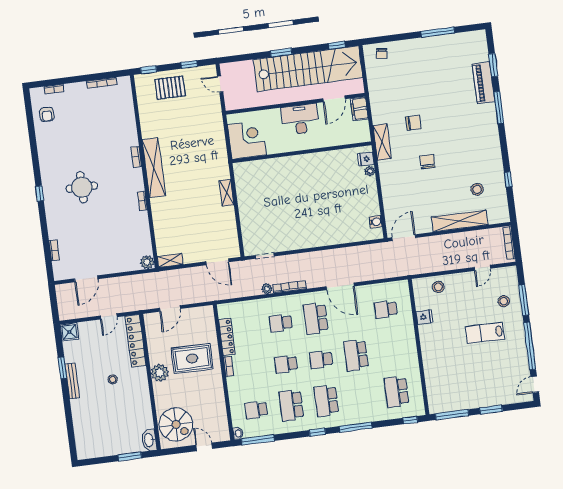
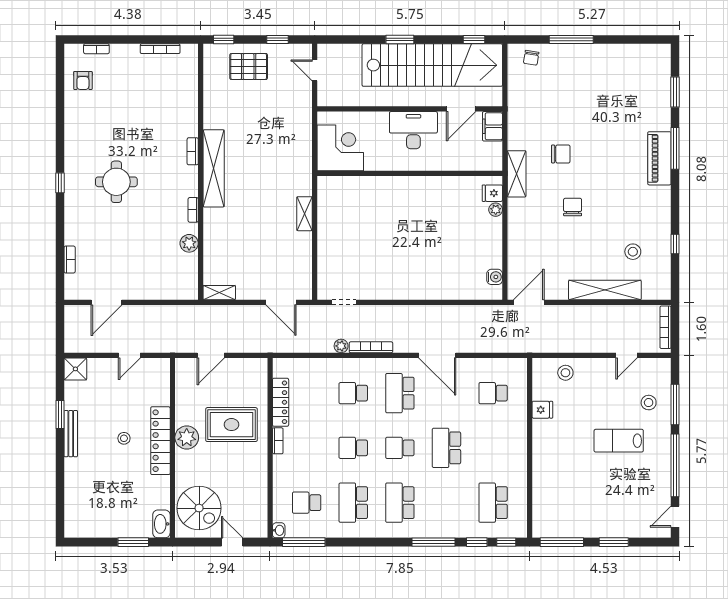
window: (438, 32) -> (571, 40), moved
piano: (484, 83) -> (659, 158), moved
plant: (147, 262) -> (189, 243), moved
locker: (135, 341) -> (160, 441), moved
window: (317, 432) -> (477, 542), moved

